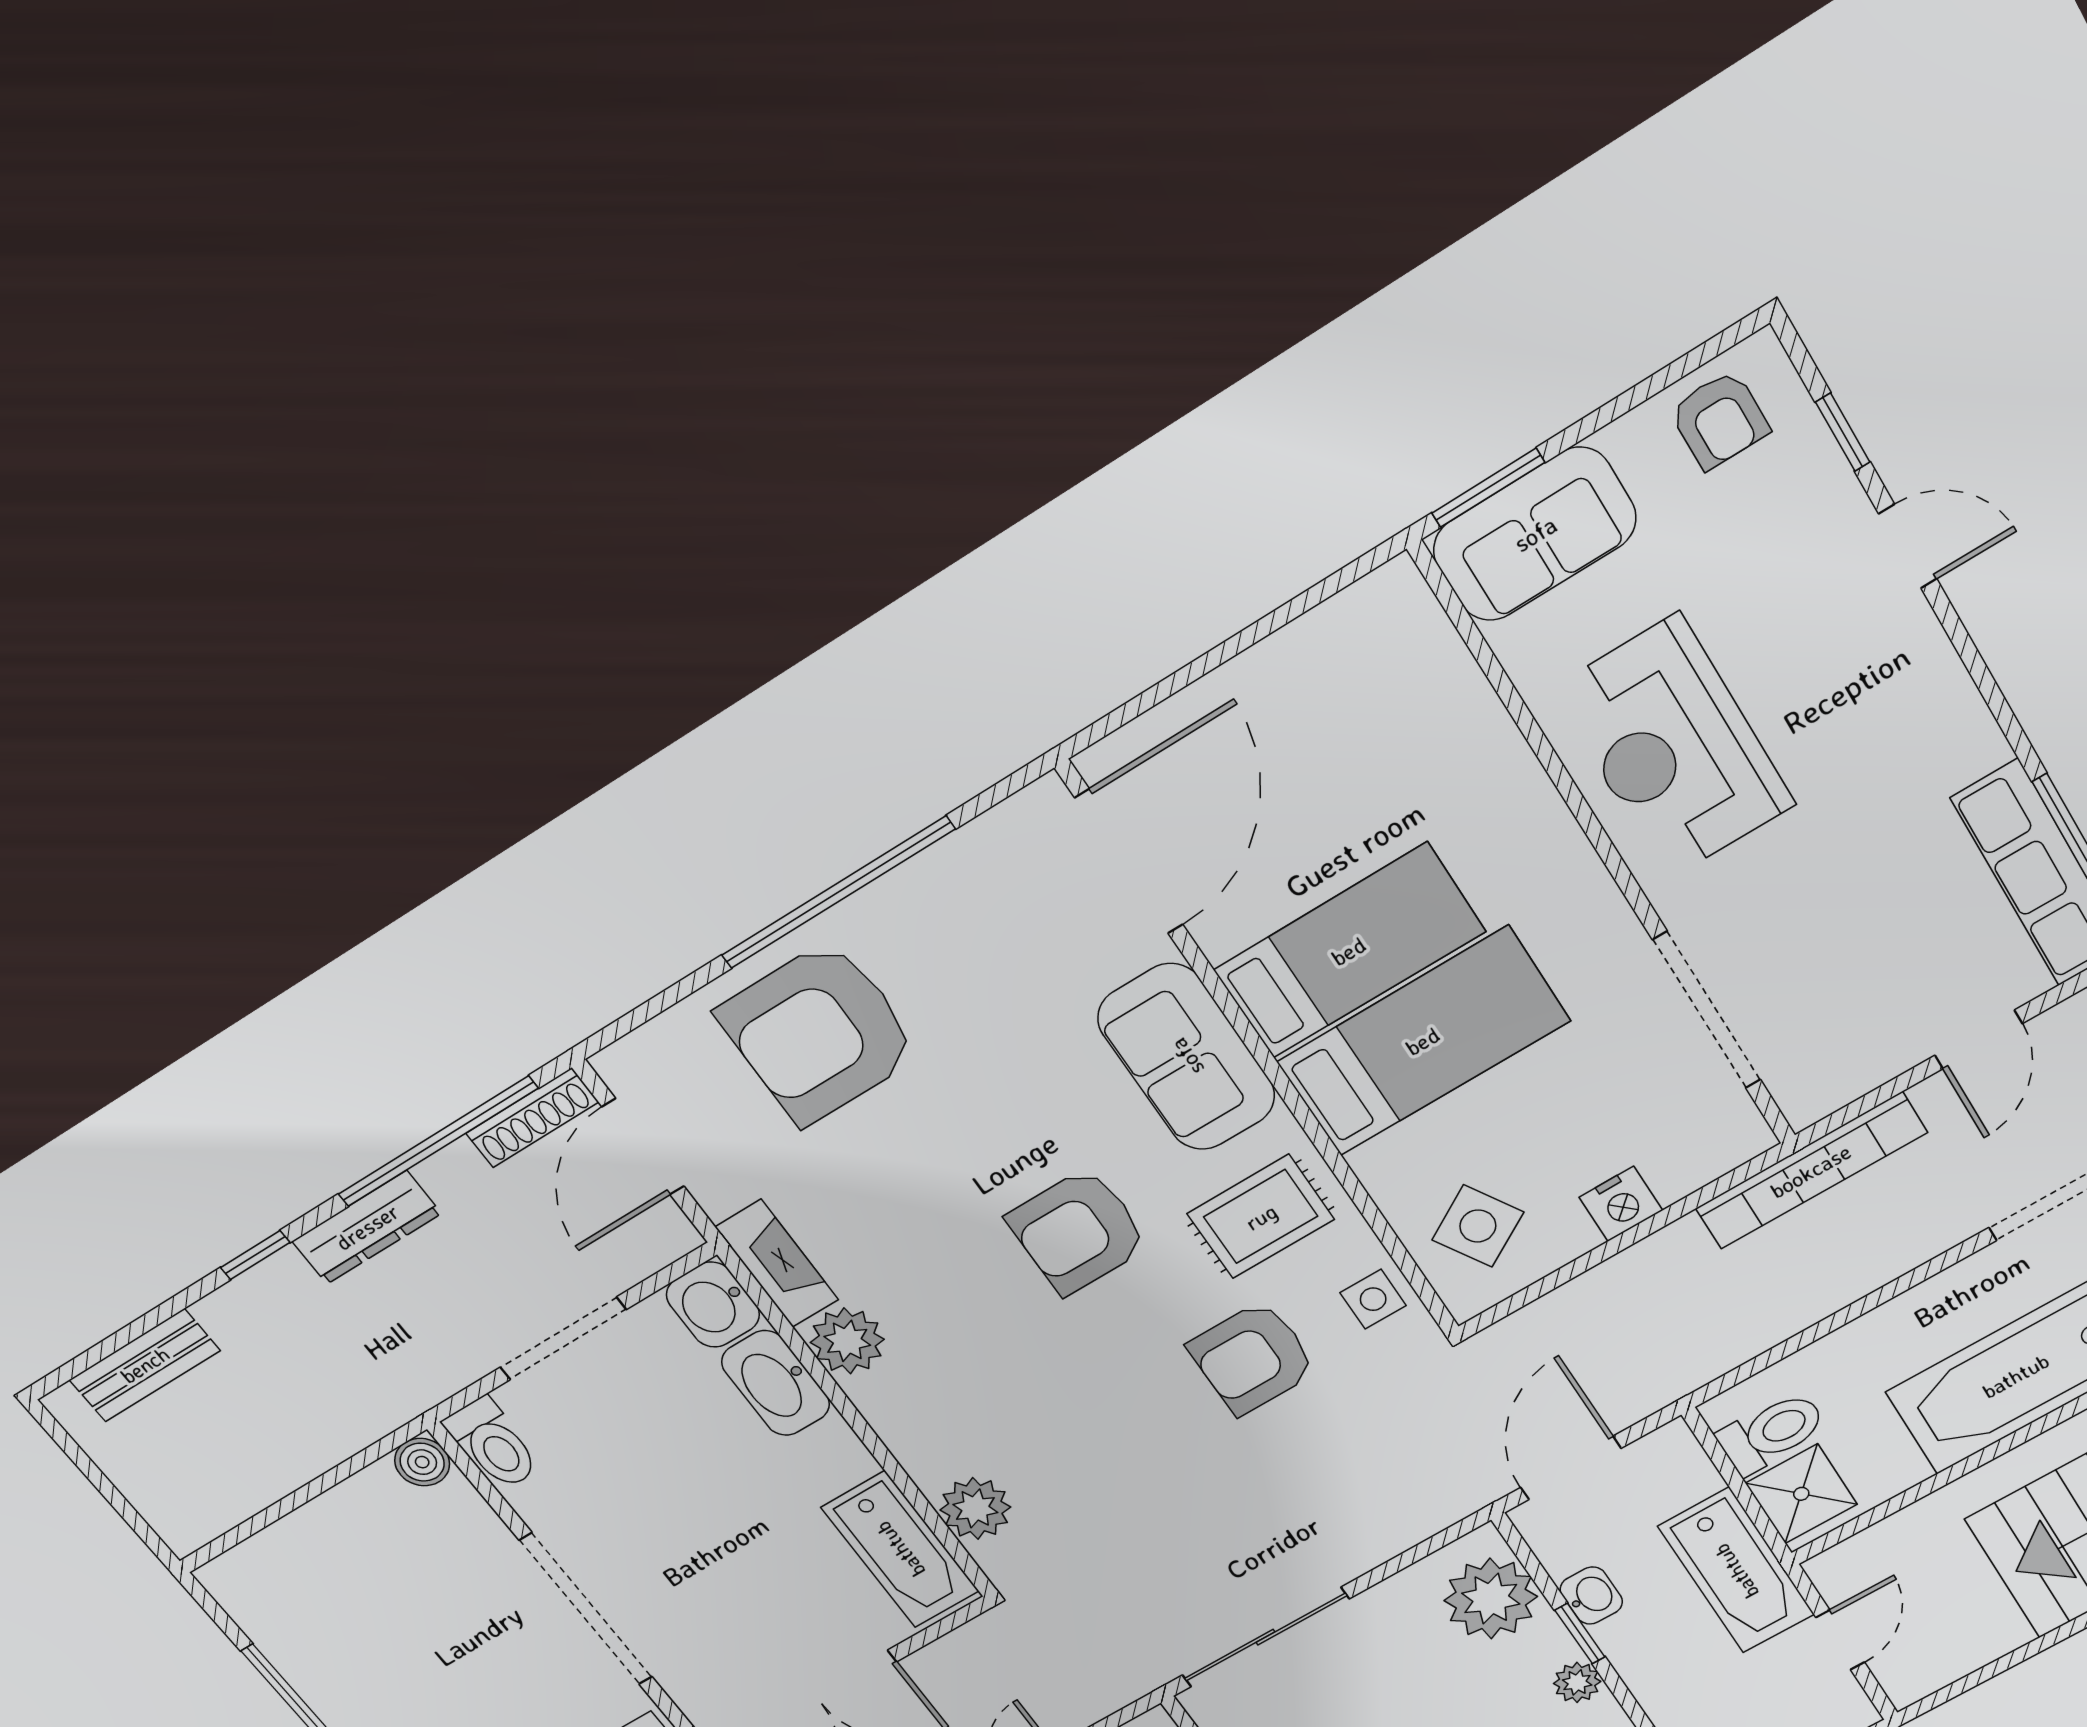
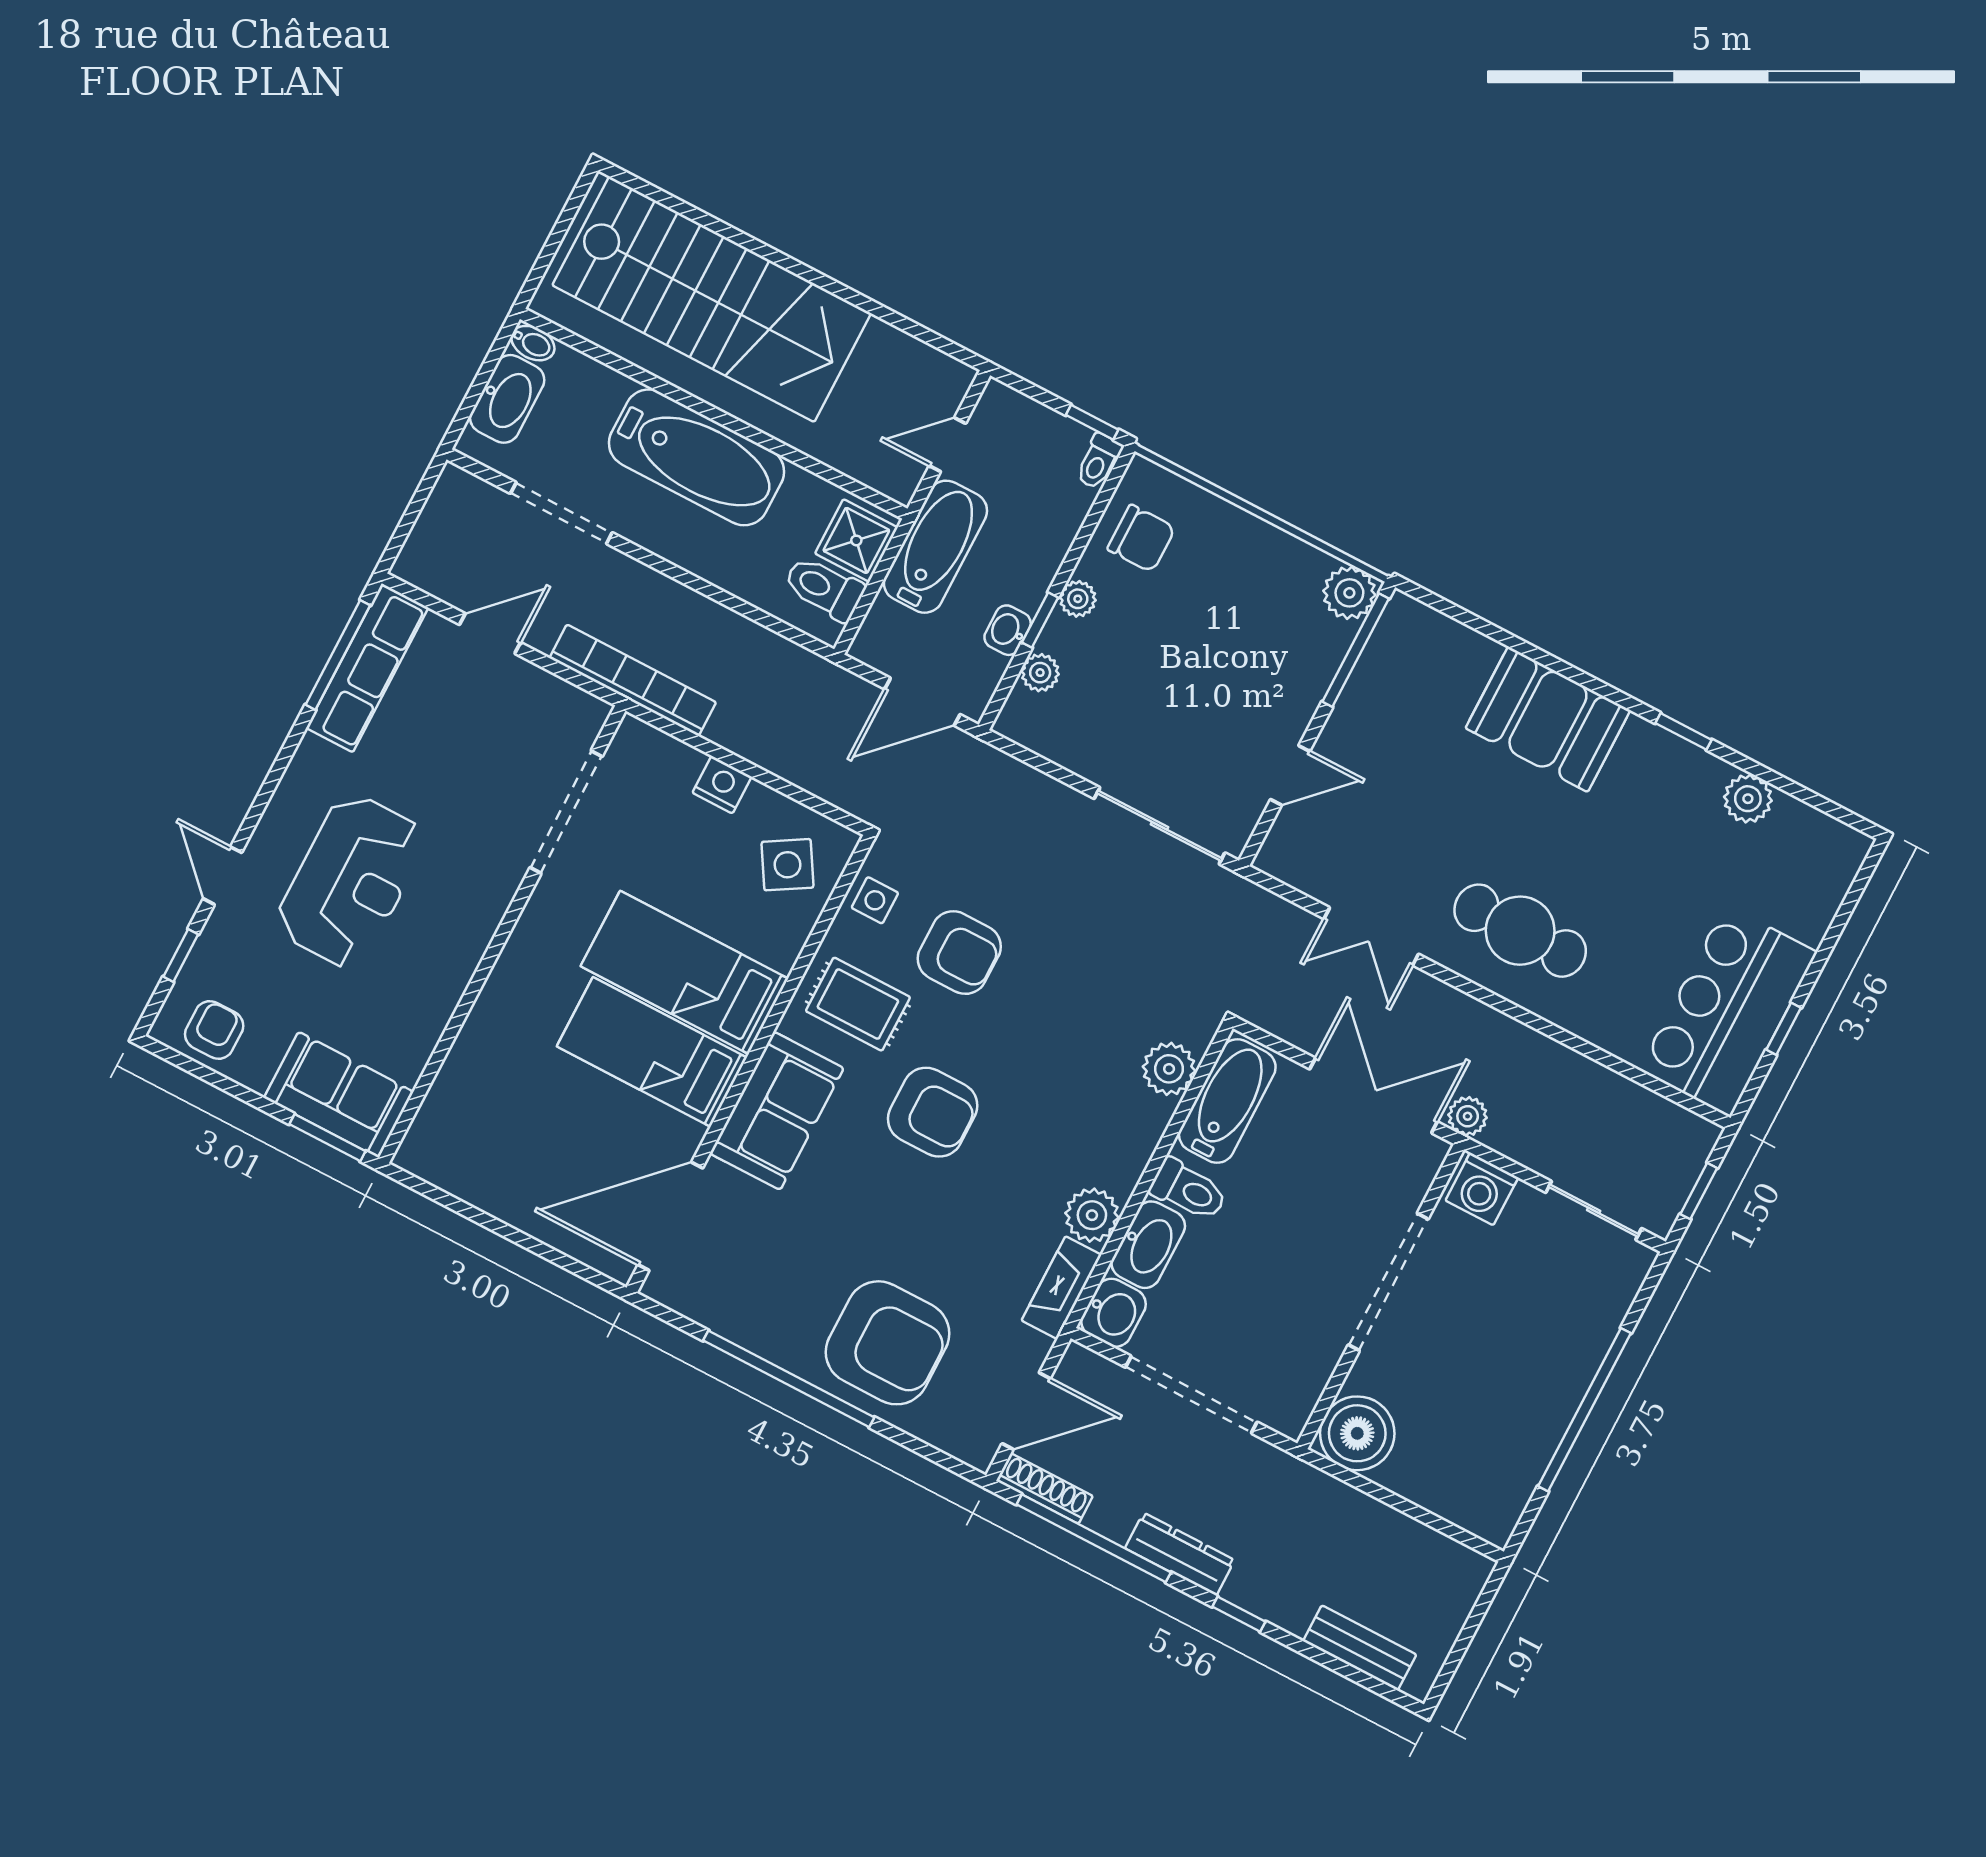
reception desk: (1673, 747) -> (351, 881), moved
doorway: (563, 1338) -> (1191, 1395), width x1.36
toilet: (493, 1444) -> (1189, 1190), moved, turned 90
boiler: (422, 1462) -> (1357, 1433), width x1.86, depth x1.86
plant: (1491, 1599) -> (1040, 673), width x0.53, depth x0.53

